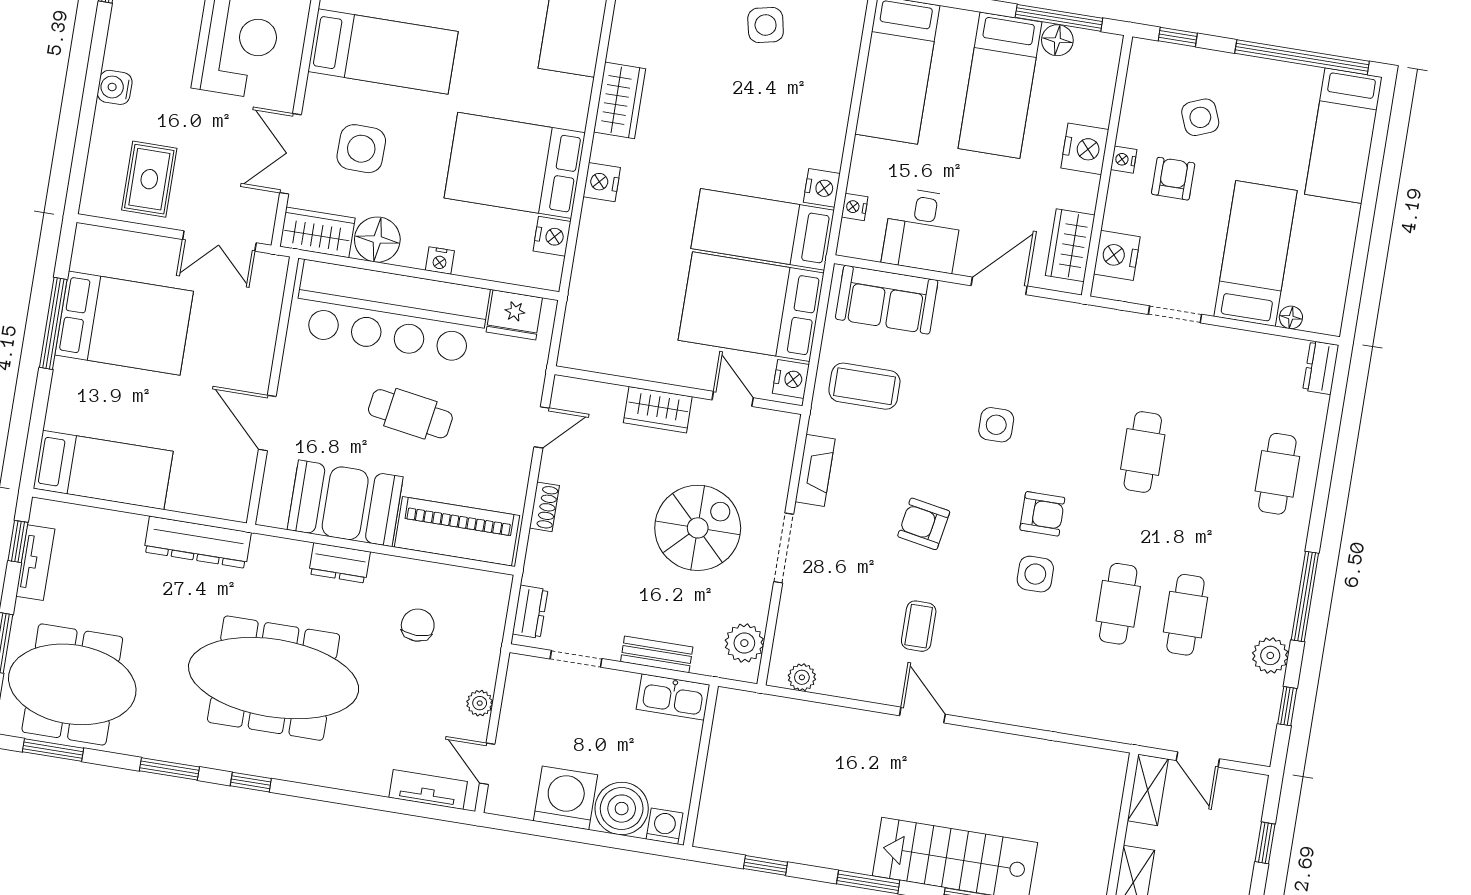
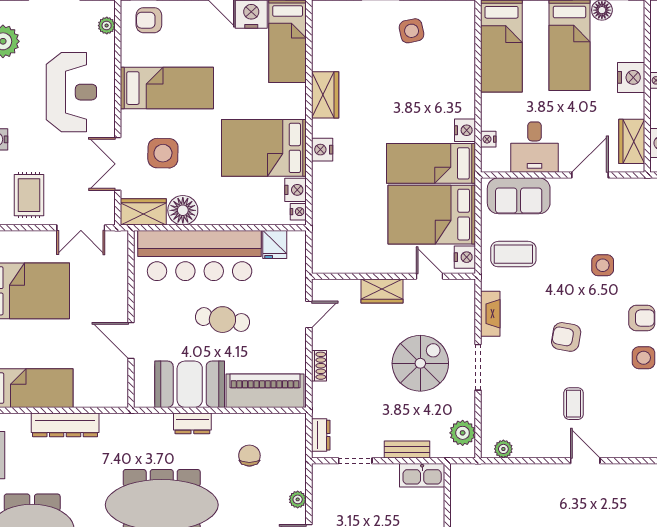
nightstand: (440, 261) -> (298, 212), moved, turned -90
fridge: (514, 315) -> (275, 245), width x0.72
dresser: (198, 542) -> (65, 425), moved

